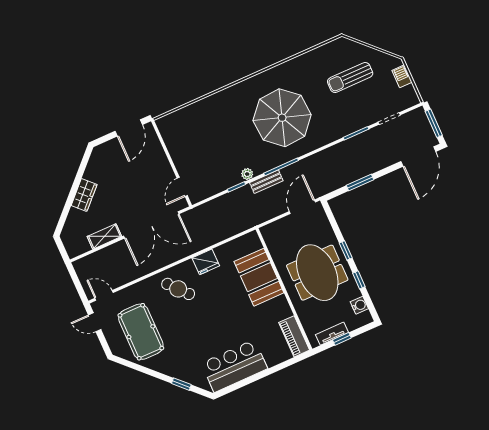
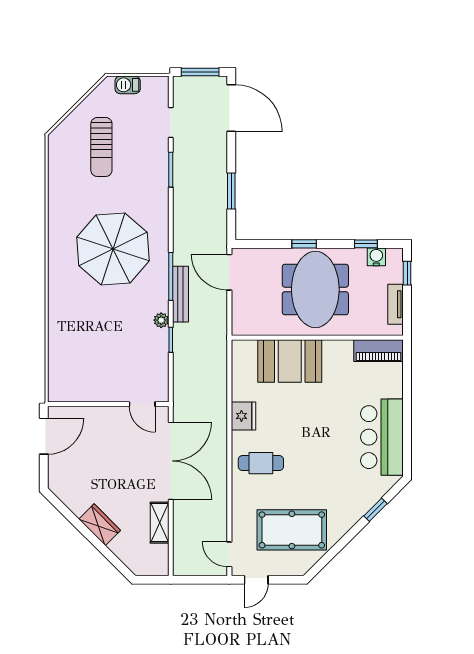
door: (129, 128) -> (44, 436), hinge flipped
bench: (266, 182) -> (181, 294), width x1.36
meeting table: (317, 273) -> (315, 289), turned 90
window: (359, 280) -> (366, 244), moved
cafe table: (178, 289) -> (261, 463), turned 41
door: (104, 295) -> (229, 554), hinge flipped
window: (342, 339) -> (407, 273), moved

